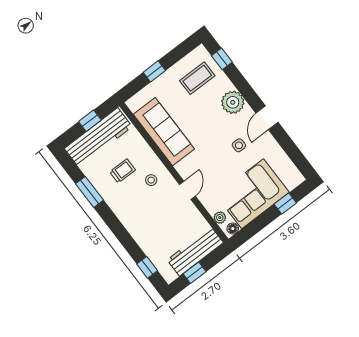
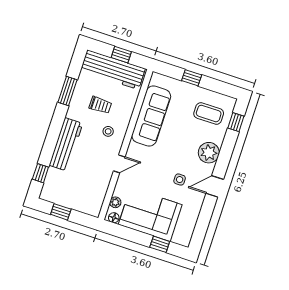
workbench: (195, 251) -> (66, 144), moved, turned 90

